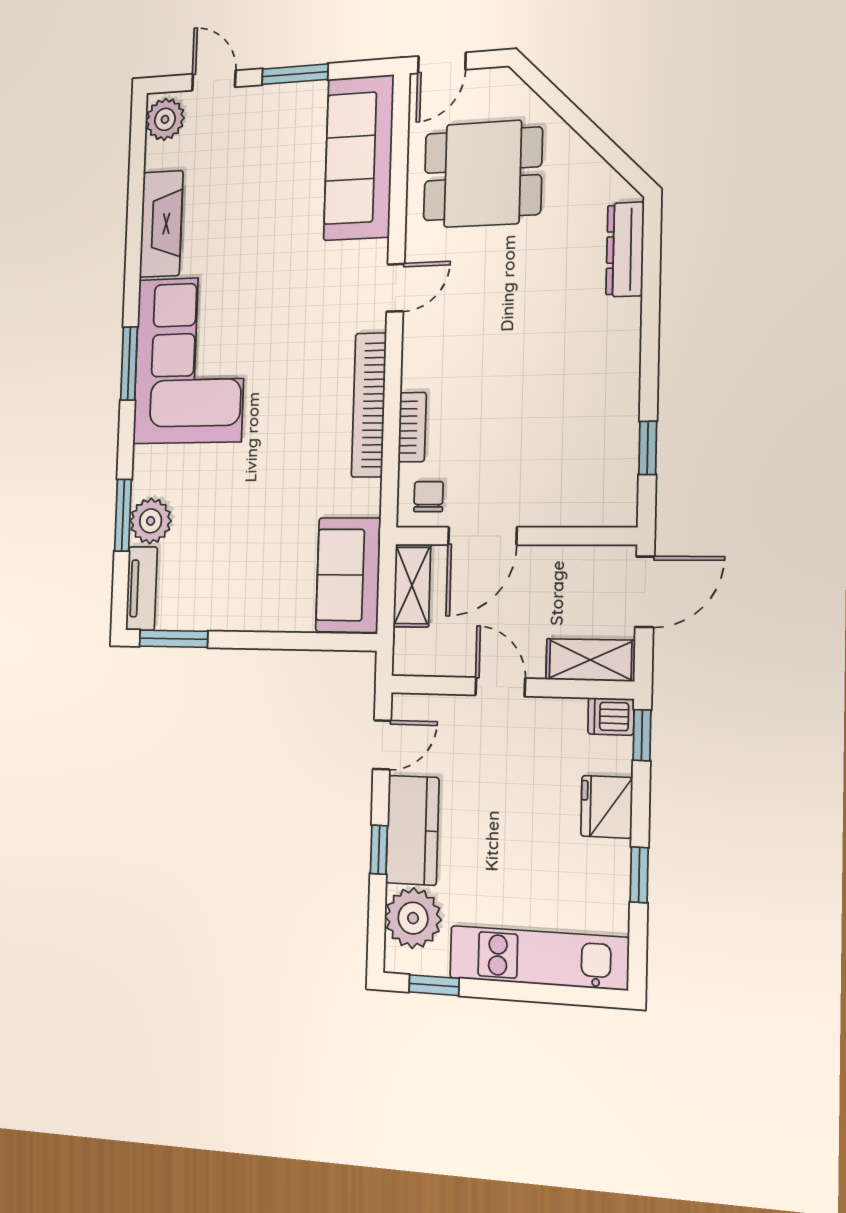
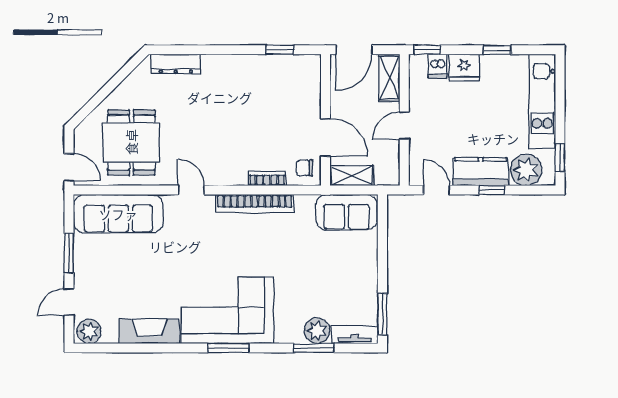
door: (645, 592) -> (354, 50), swing flipped
dishwasher: (611, 716) -> (438, 66), moved

